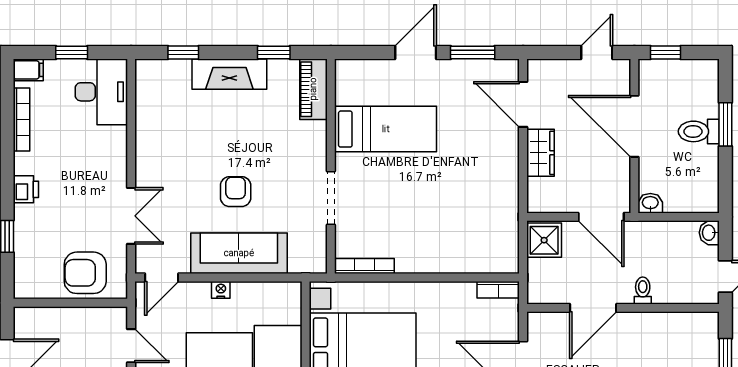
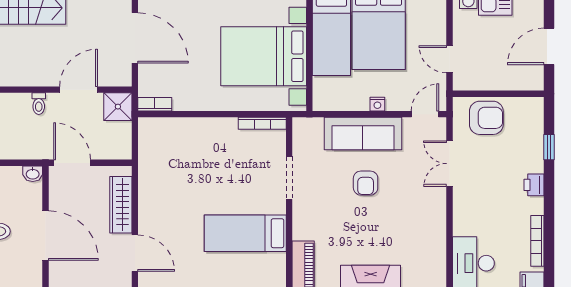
wardrobe: (541, 153) -> (121, 205), width x1.50
shower: (544, 240) -> (118, 107), moved

